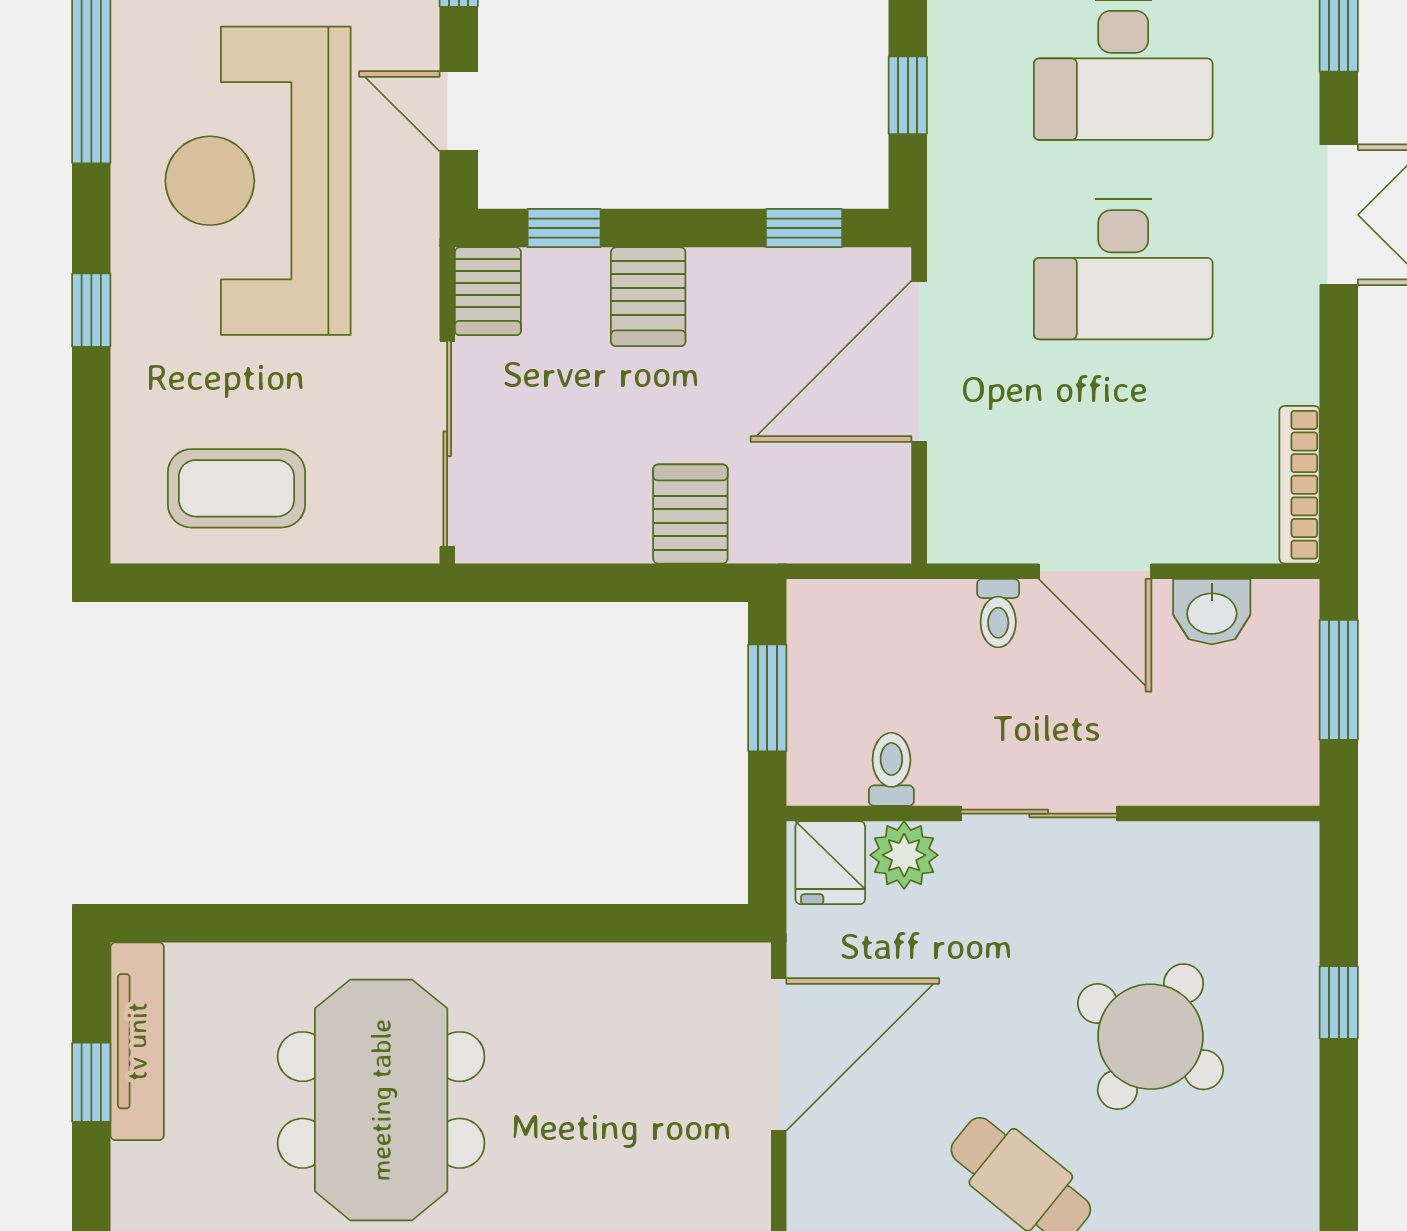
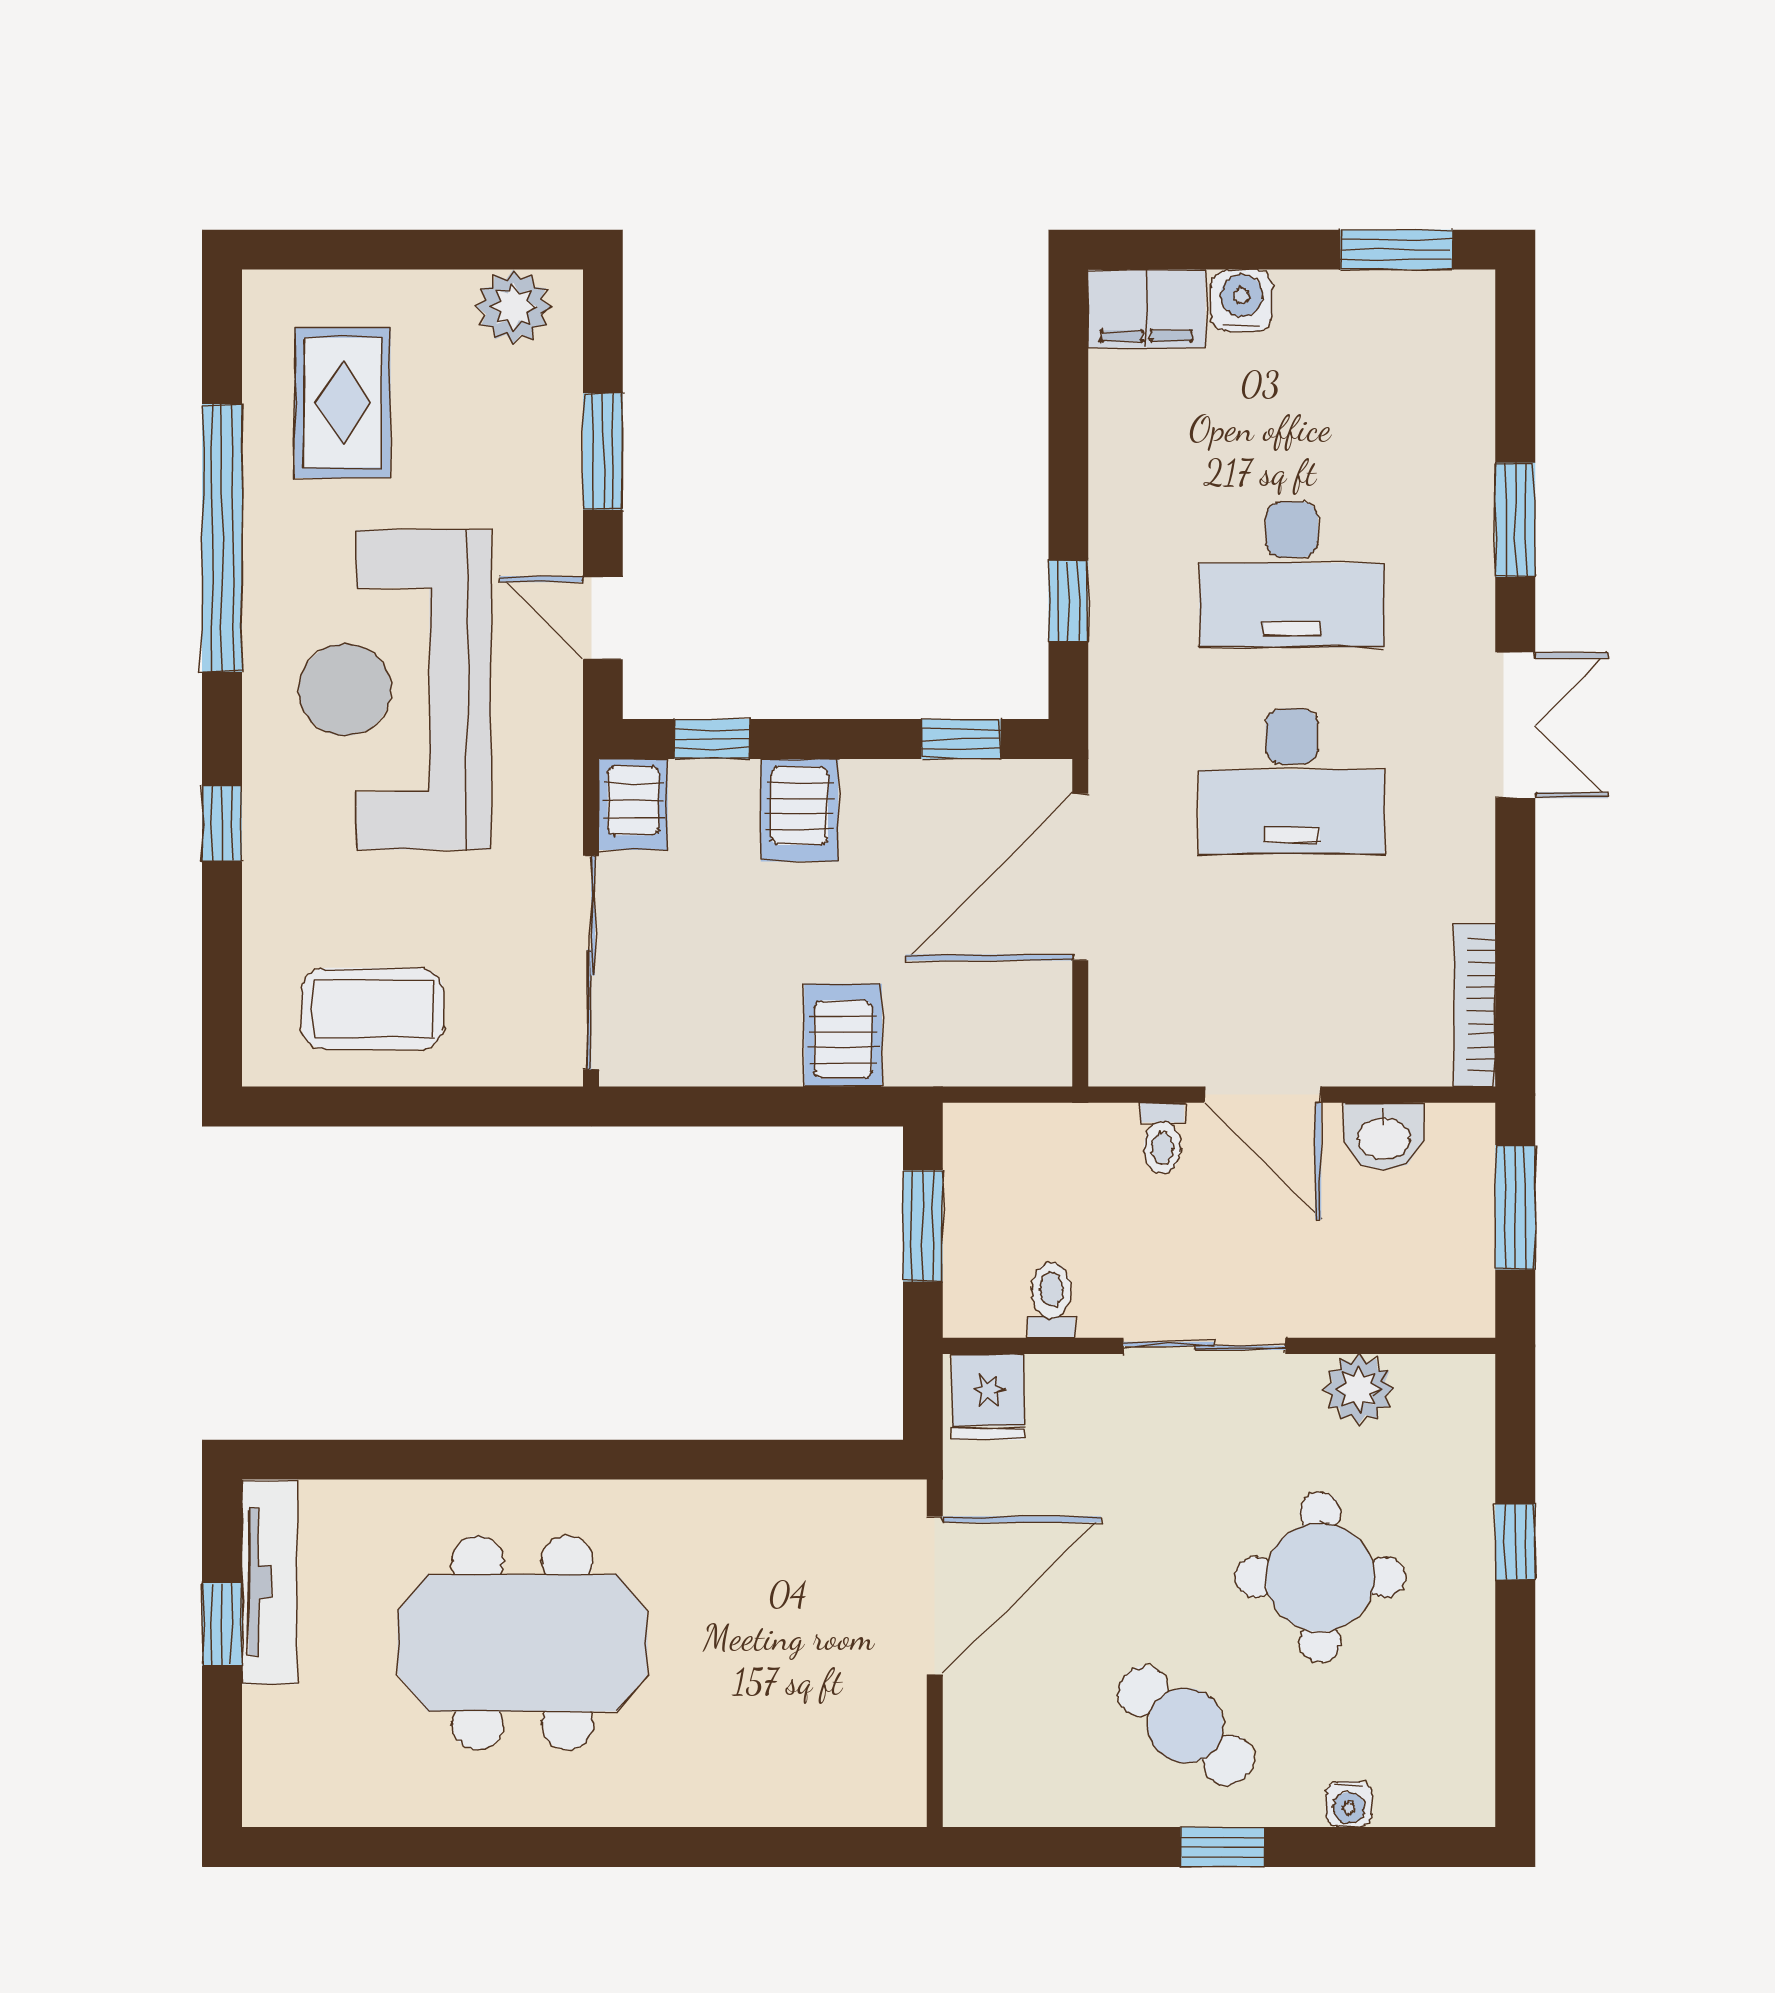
plant: (904, 855) -> (1359, 1389), moved
round table: (1150, 1037) -> (1320, 1577), turned -32
meeting table: (381, 1100) -> (522, 1643), turned 90

